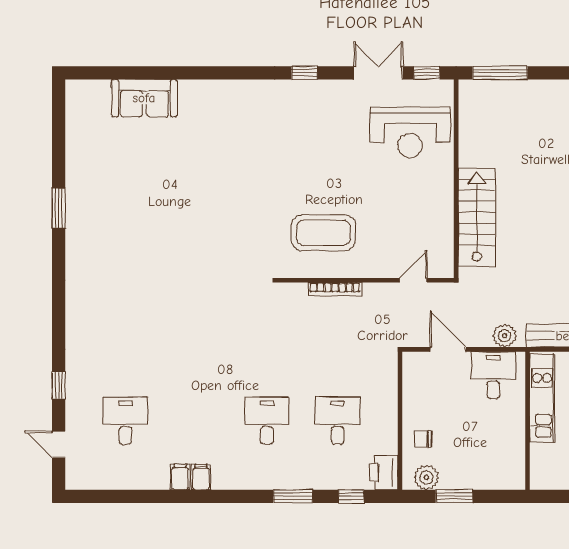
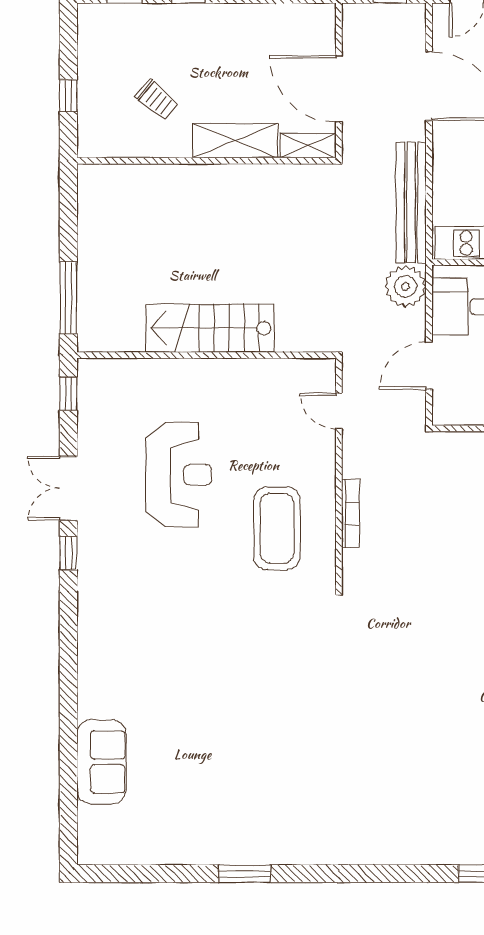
double door: (378, 73) -> (68, 488), moved
reception desk: (410, 132) -> (179, 475), moved
stairs: (477, 217) -> (210, 328), moved
plant: (505, 336) -> (405, 286), width x1.36, depth x1.36

